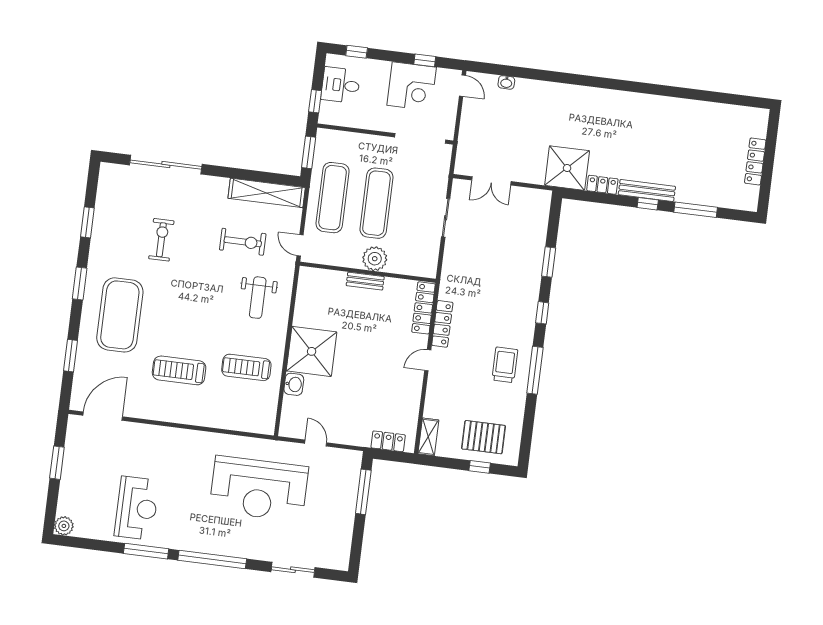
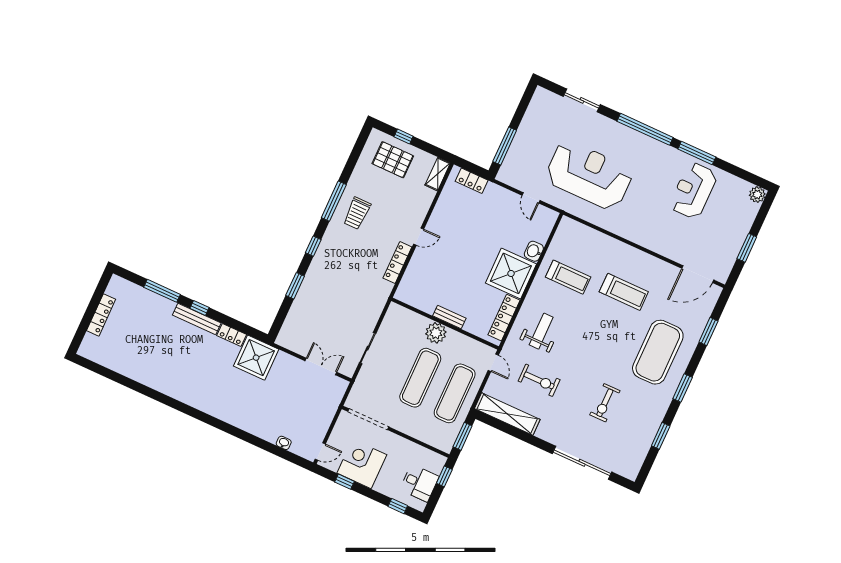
door: (462, 86) -> (320, 451), swing flipped
exercise bike: (243, 242) -> (539, 380), turned 180
locker: (423, 308) -> (504, 318), moved, turned 180

